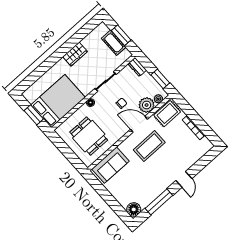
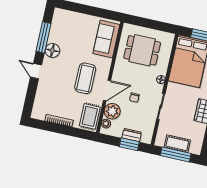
window: (121, 35) -> (176, 155), width x1.44
dresser: (137, 67) -> (132, 135), moved
window: (160, 79) -> (129, 144), moved
floor lamp: (134, 209) -> (52, 50), moved

